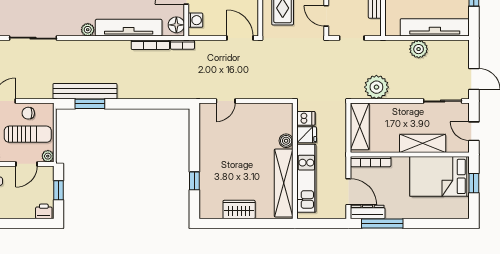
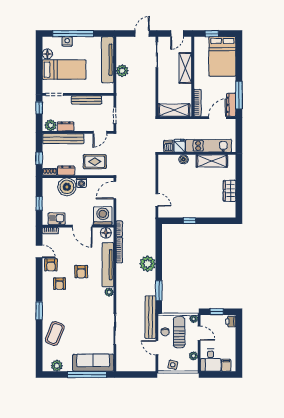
washing machine: (195, 20) -> (103, 216), width x1.89, depth x1.89
plant: (376, 87) -> (148, 264), moved
bench: (85, 91) -> (150, 317), moved
bed: (440, 176) -> (222, 57), moved
window: (194, 181) -> (190, 221), moved
shelving: (284, 183) -> (212, 161), width x0.68

